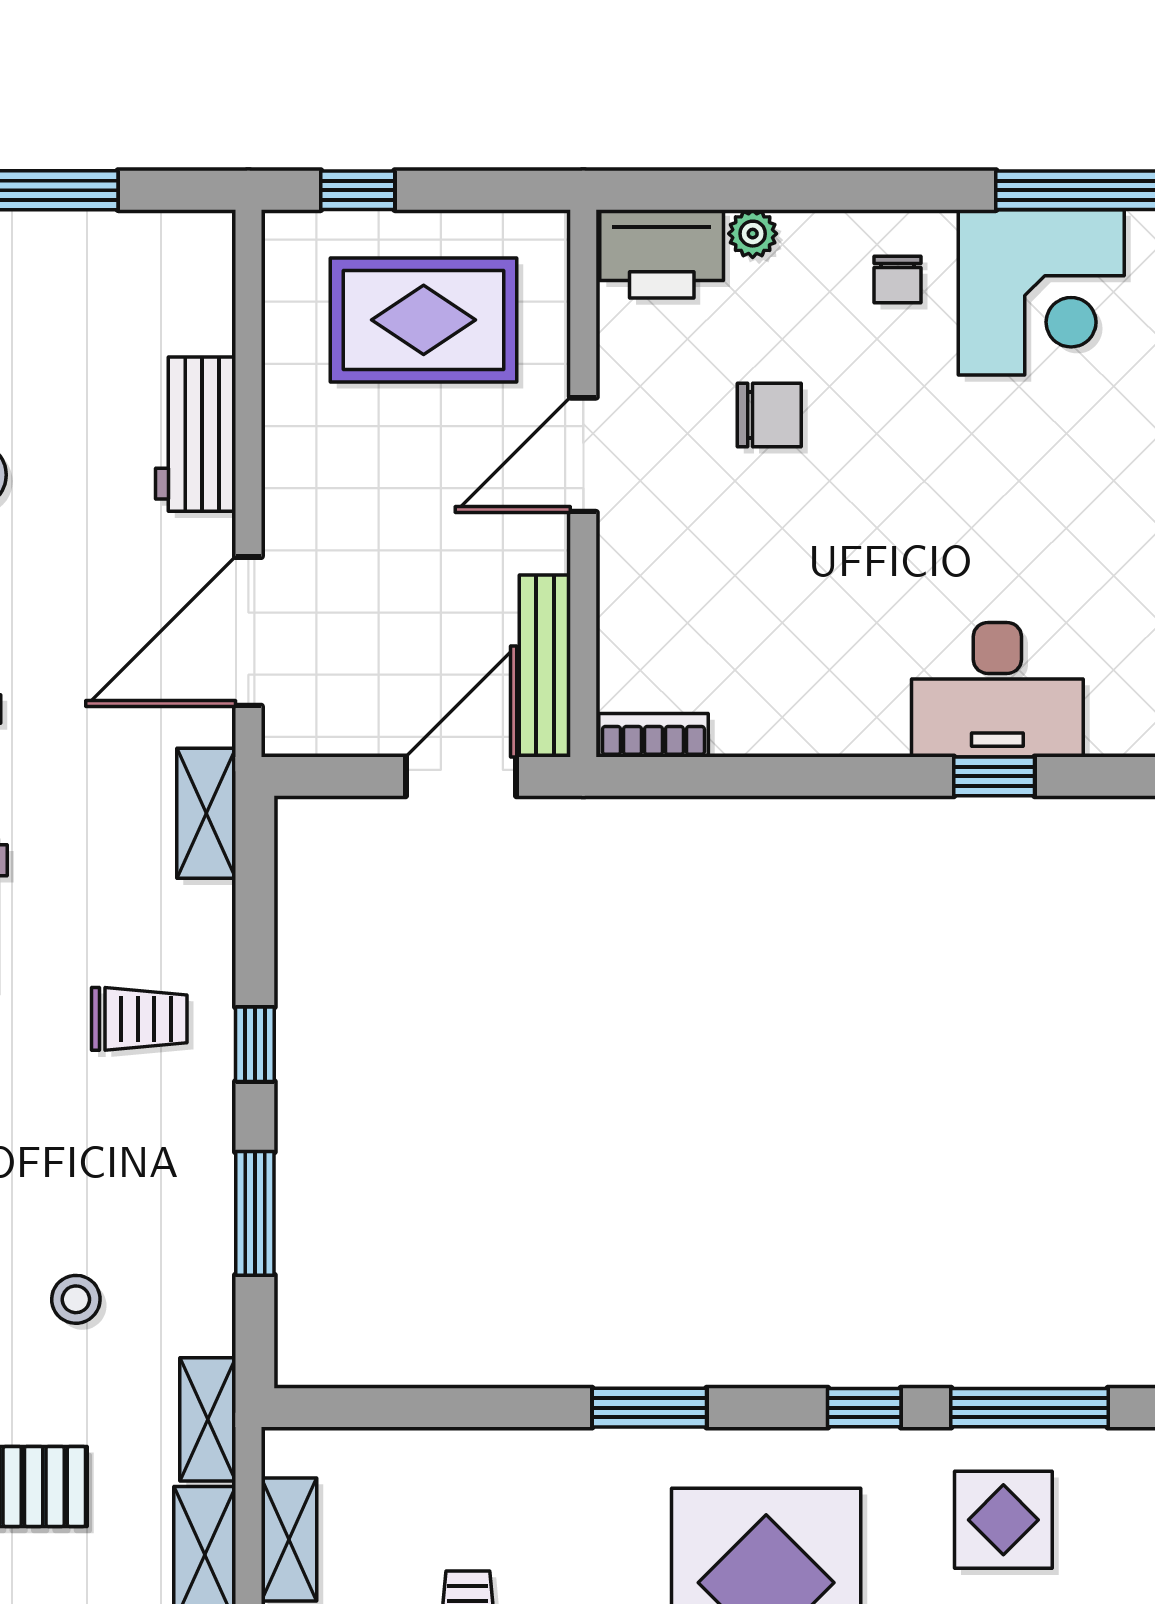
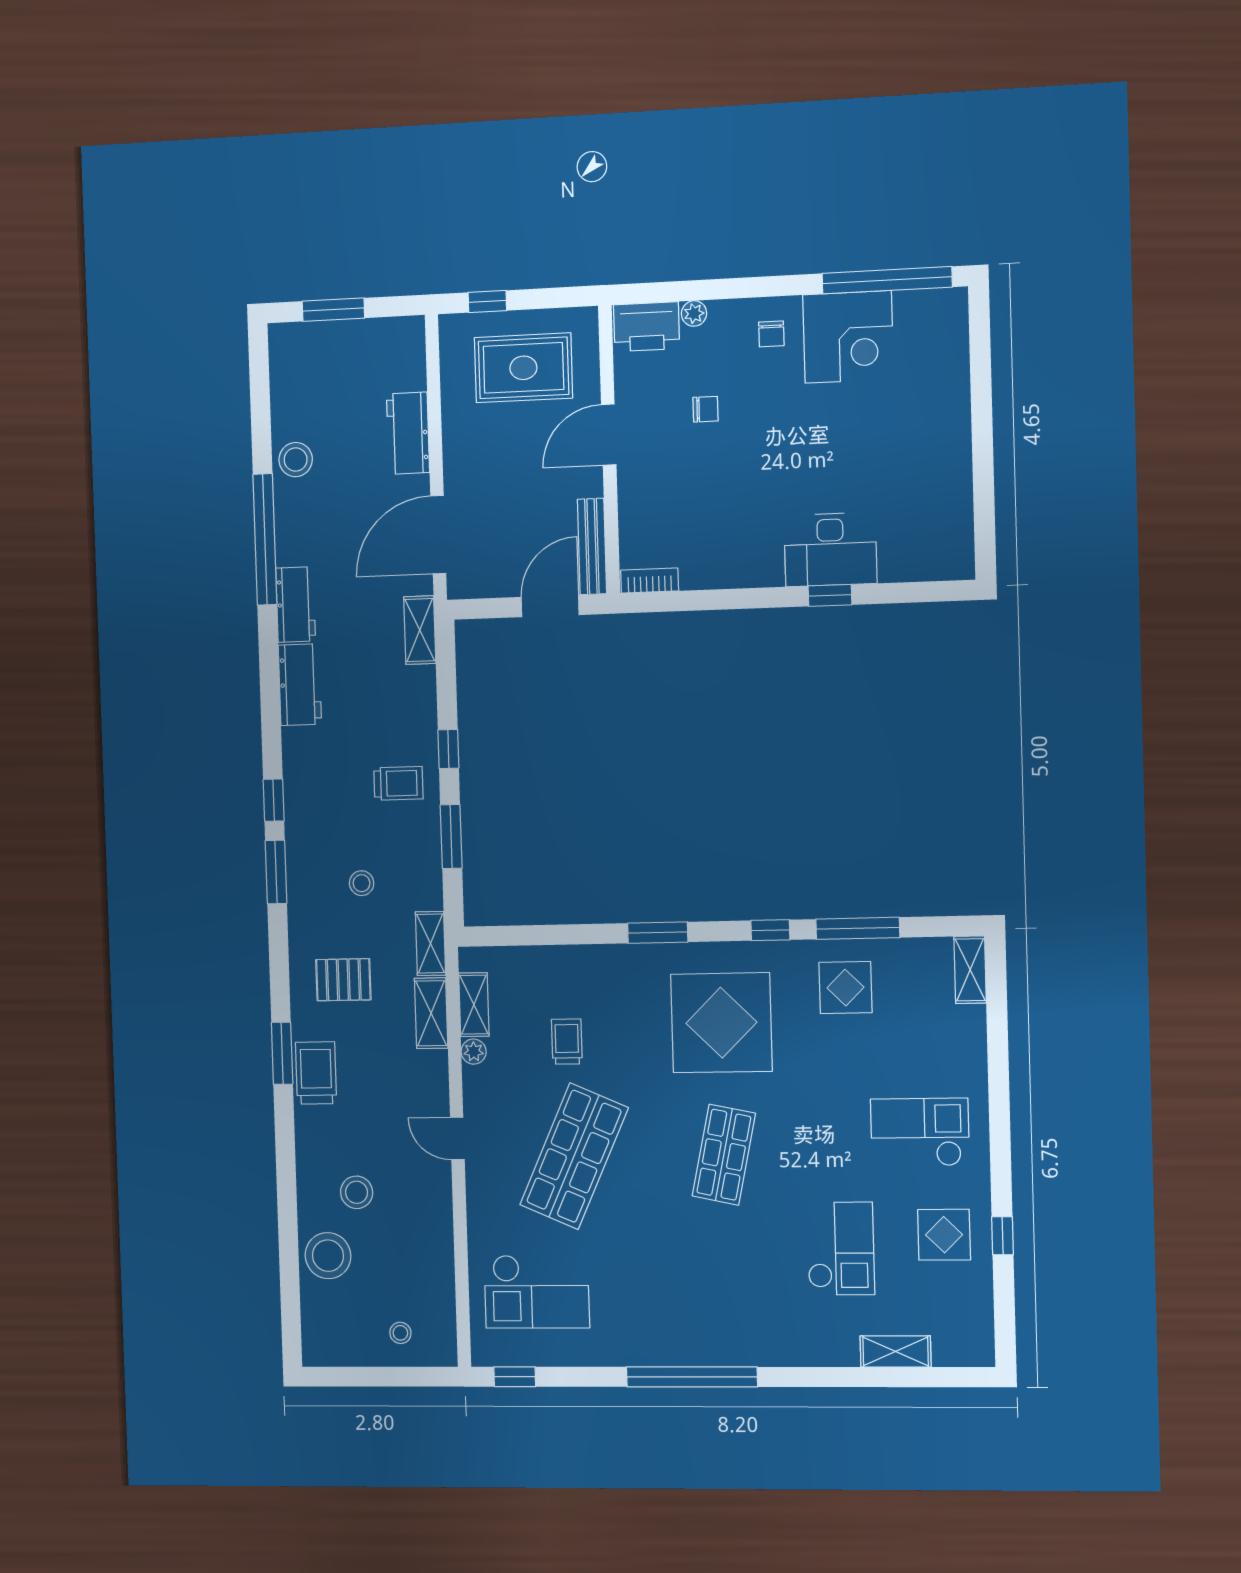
chair: (769, 415) -> (705, 409), width x0.73, depth x0.73
trolley: (139, 1019) -> (398, 783), moved

